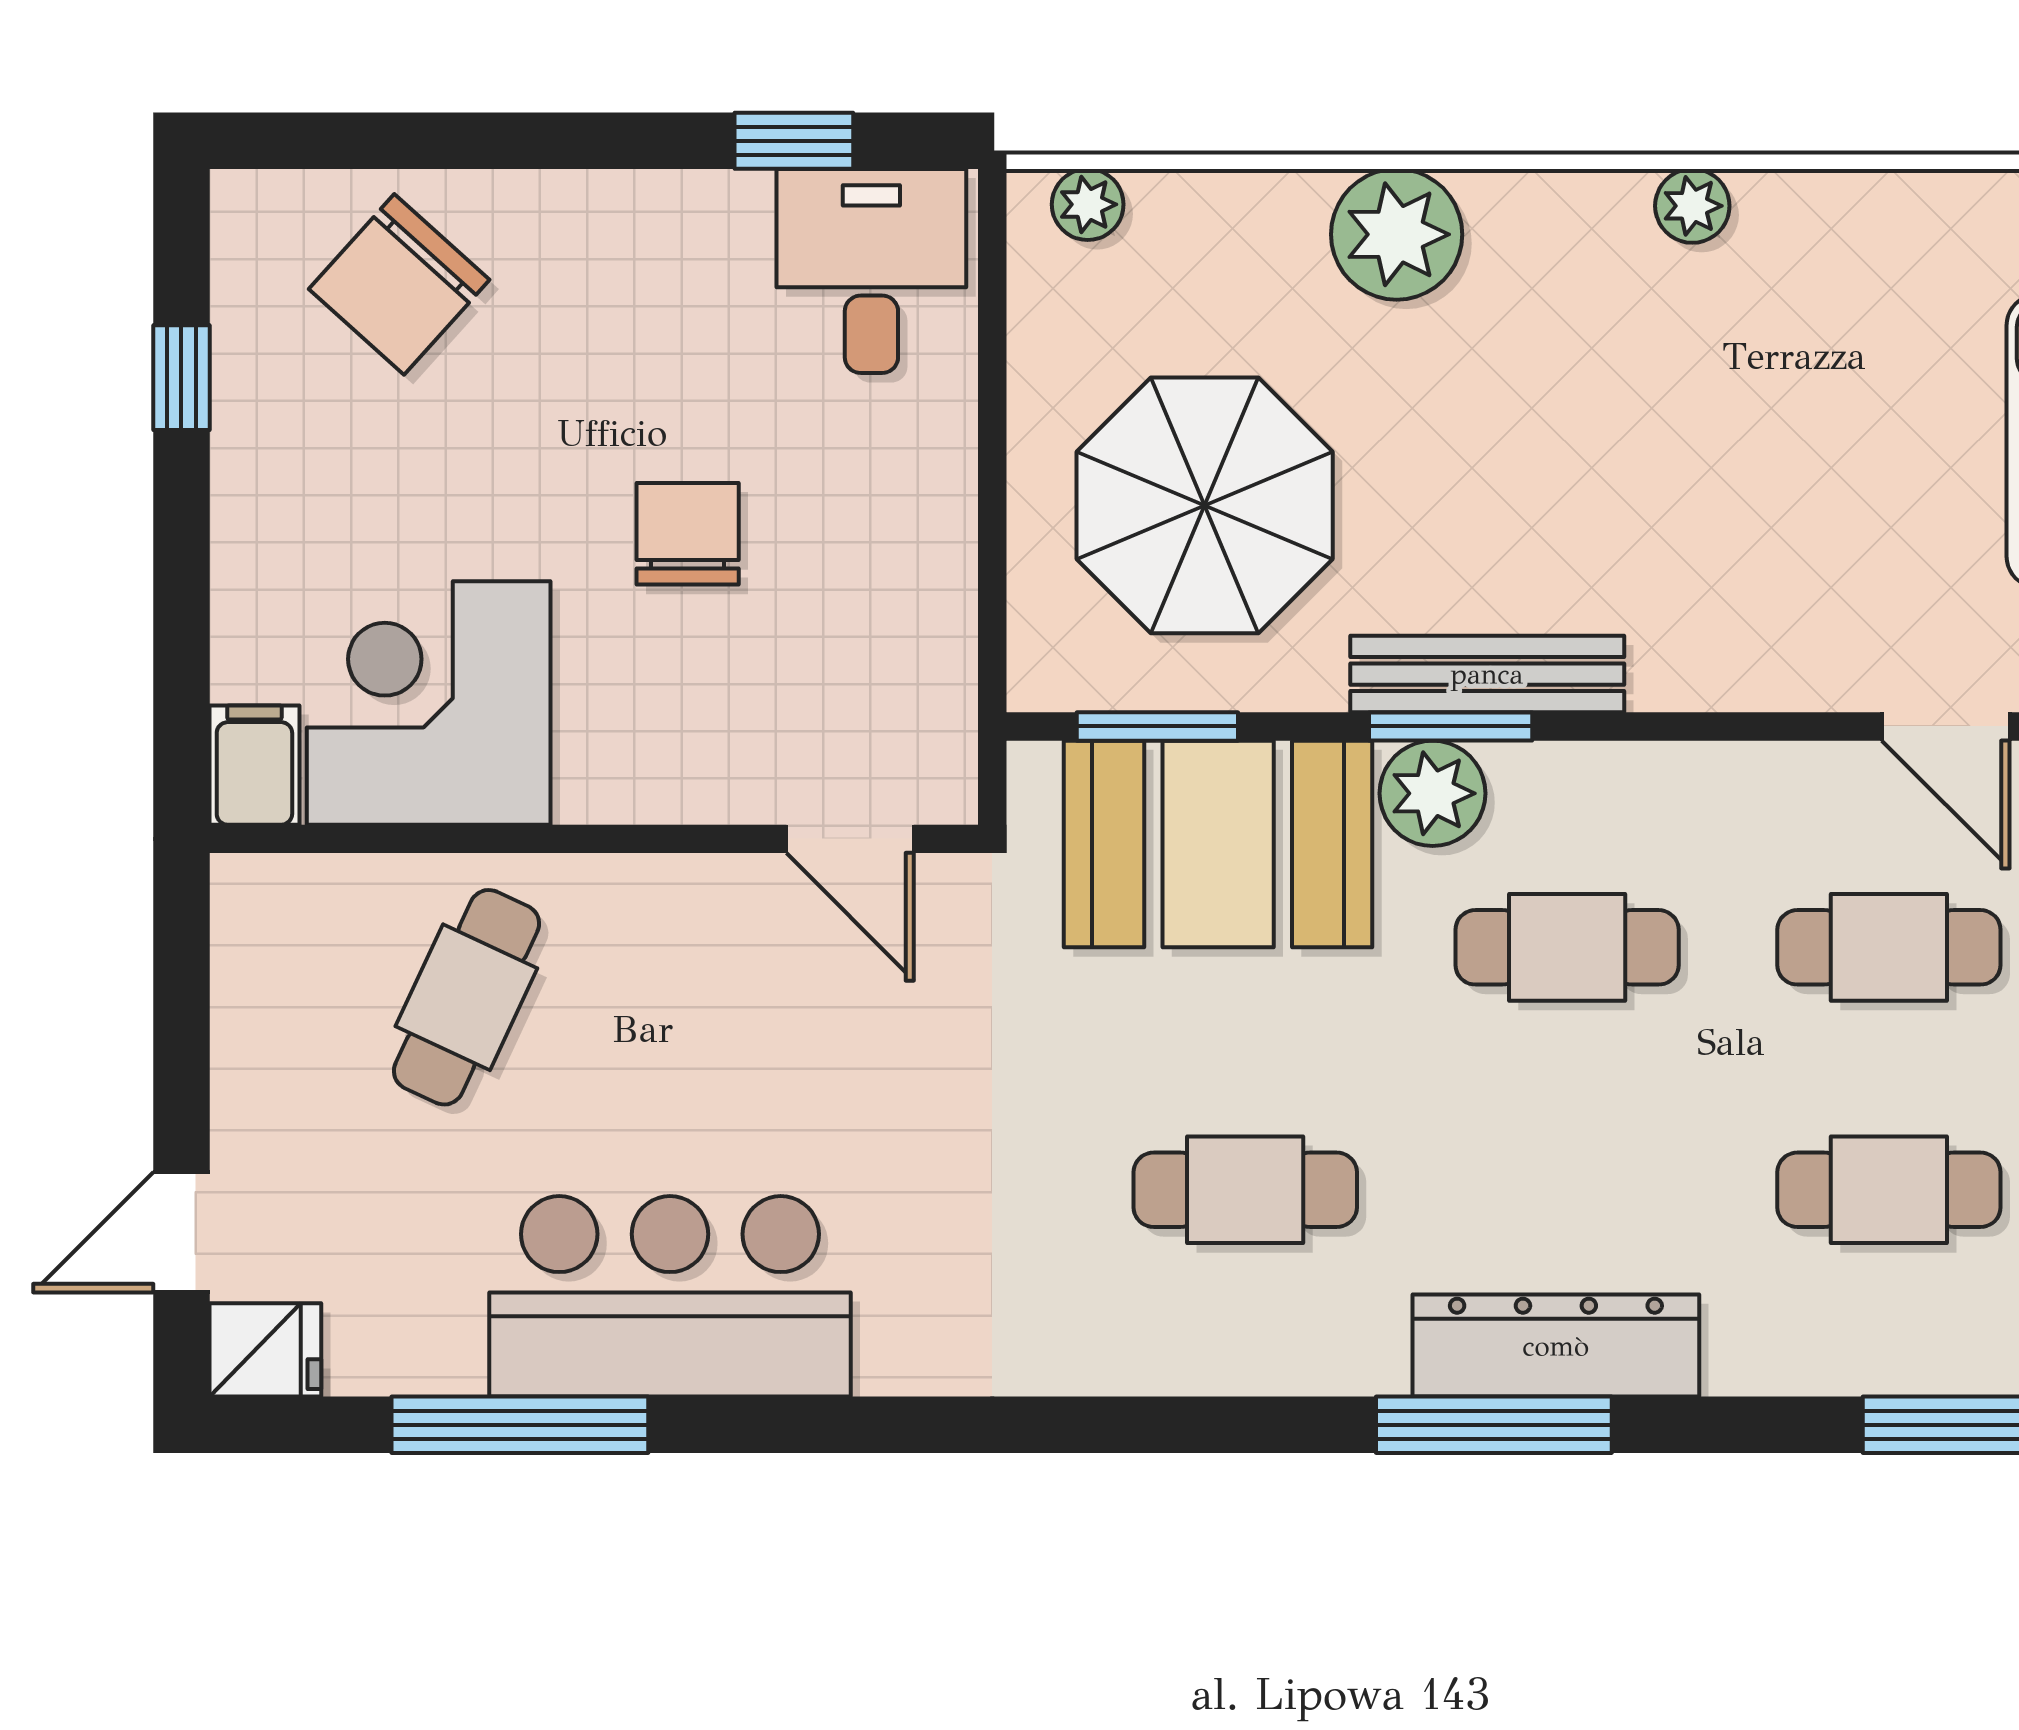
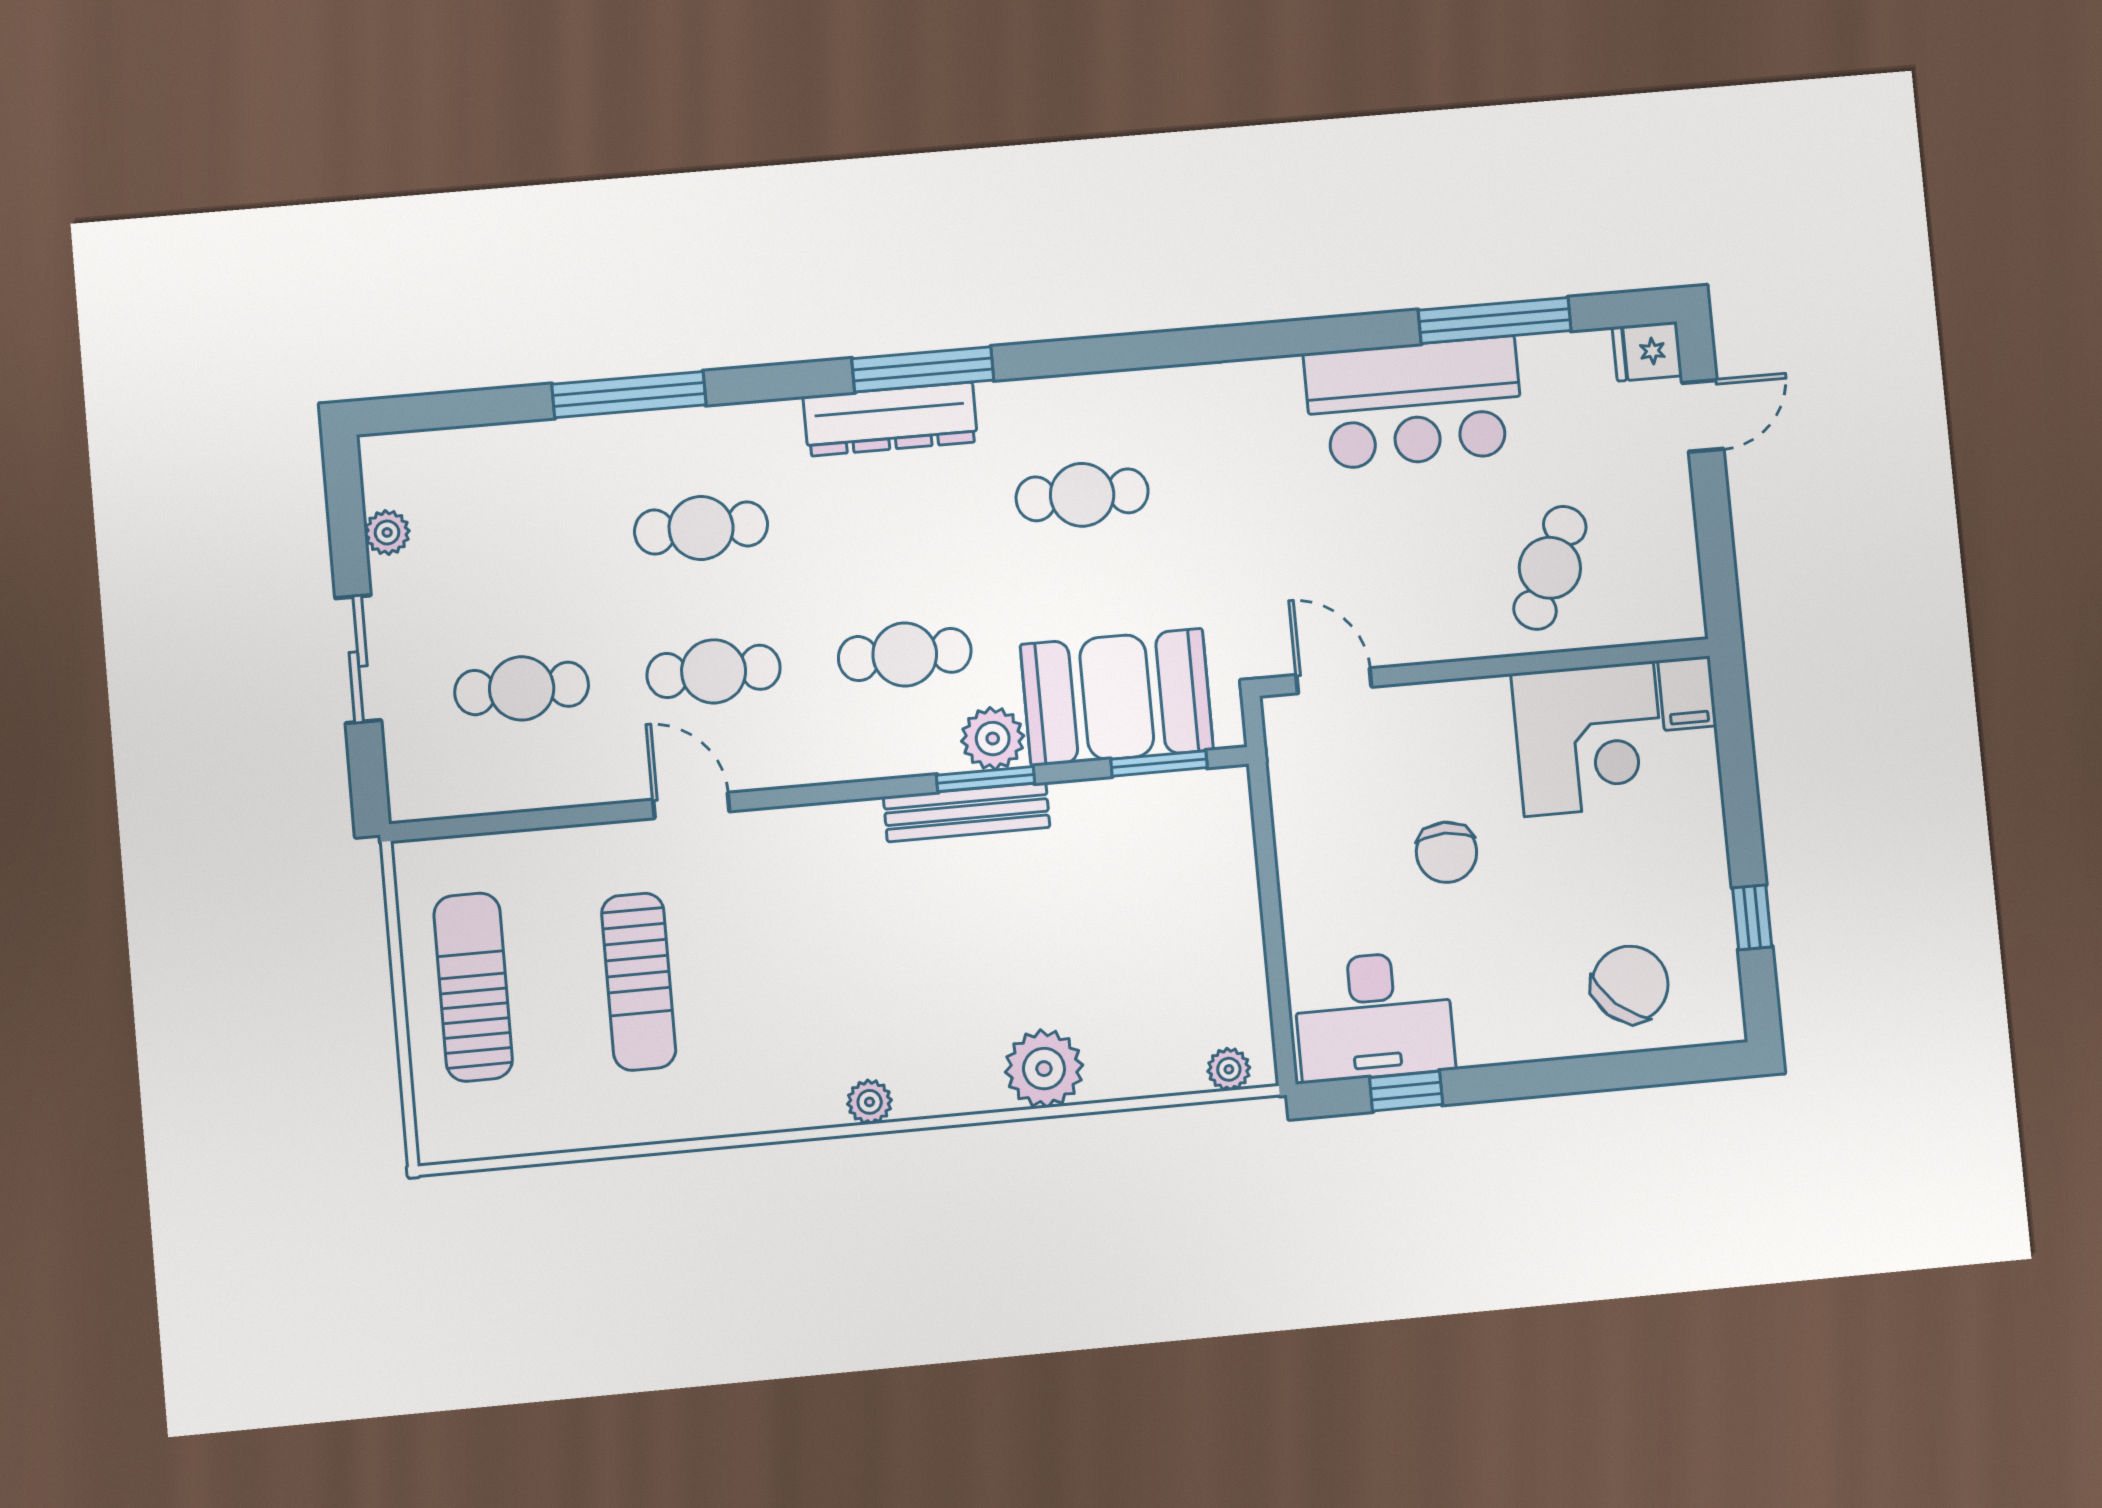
desk: (871, 271) -> (1374, 1016), width x1.37
parasol: (1205, 505) -> (1143, 897), removed

